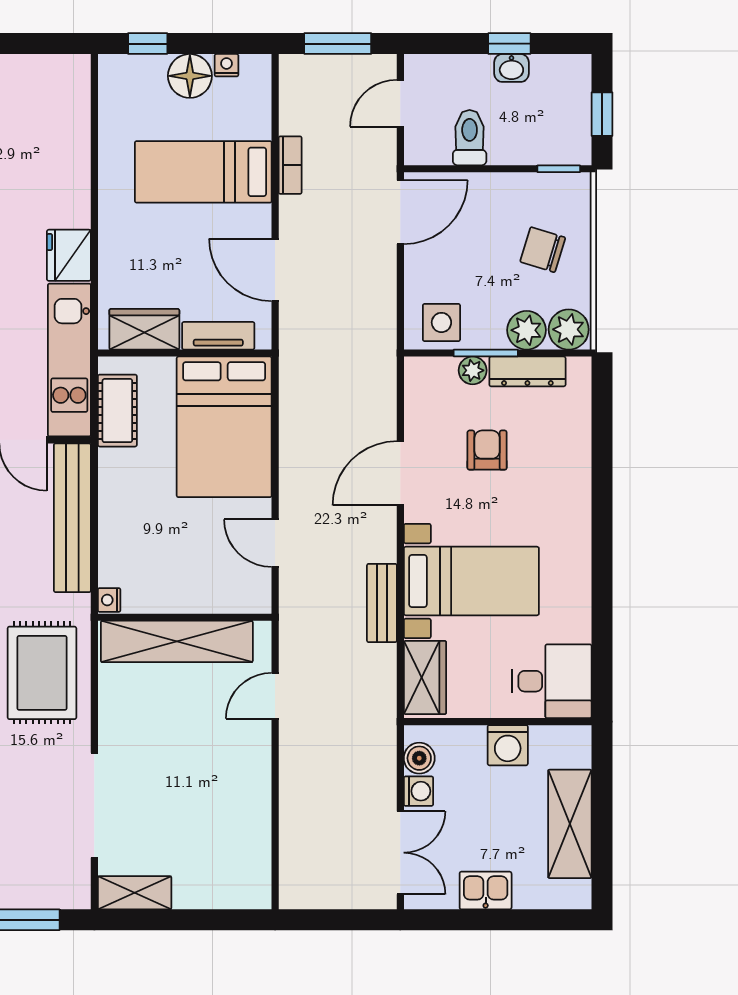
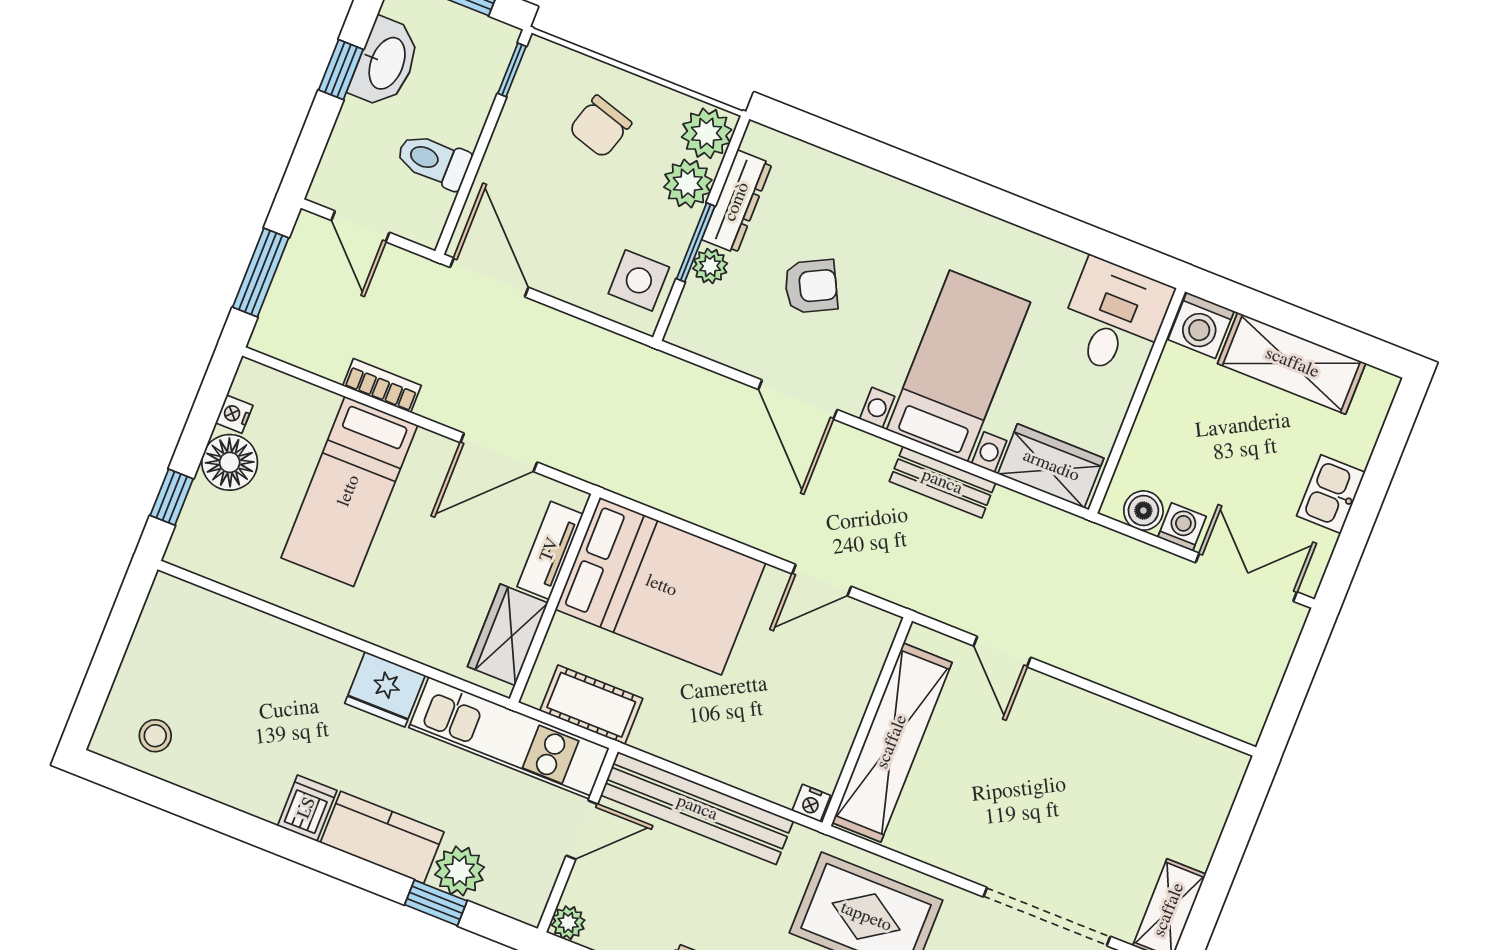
washbasin: (511, 68) -> (386, 63), width x1.91, depth x1.45
armchair: (487, 450) -> (811, 286), turned 153
washing machine: (508, 745) -> (1201, 325), moved, turned 90

